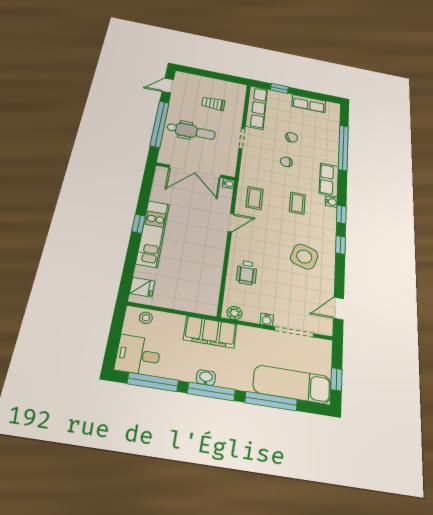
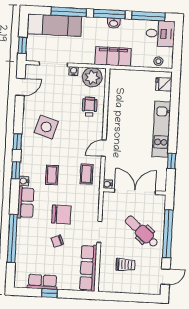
window: (279, 88) -> (49, 293), moved
dental chair: (191, 131) -> (142, 231), turned 40
chair: (286, 162) -> (61, 214), width x1.87, depth x1.87
window: (138, 224) -> (172, 161), moved
plant: (234, 313) -> (92, 77), width x1.88, depth x1.88
window: (336, 379) -> (22, 45), moved

